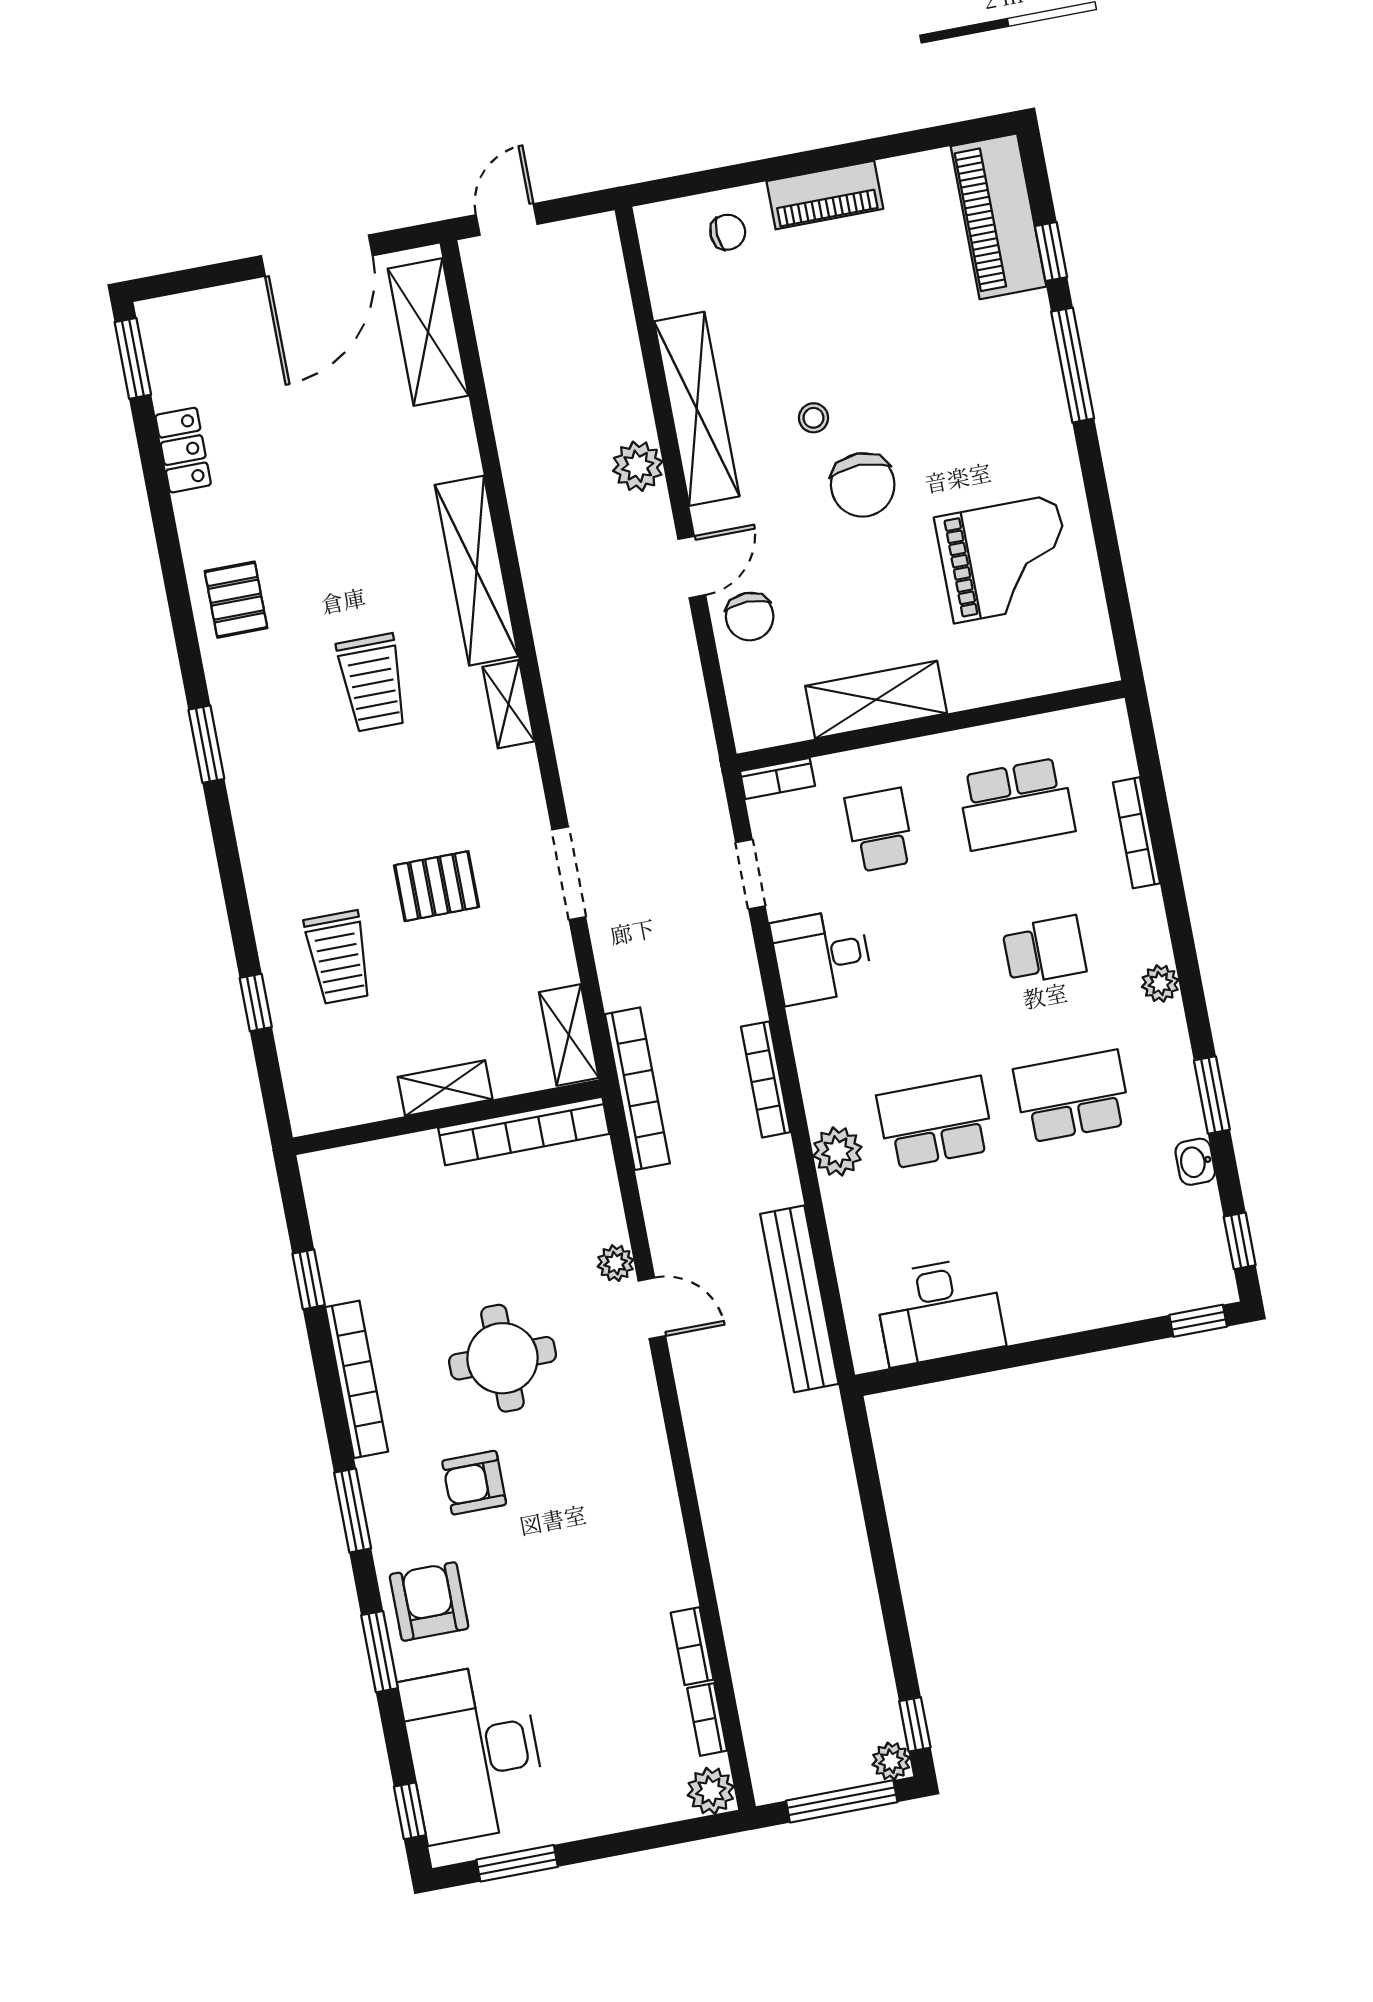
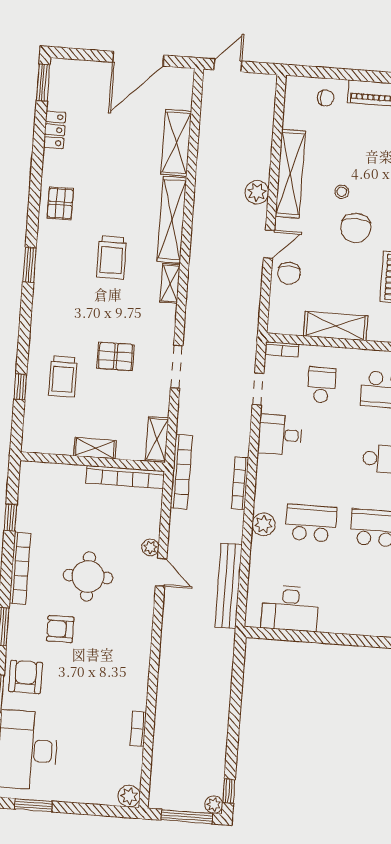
shelving: (428, 332) -> (176, 143), moved
bookcase: (707, 1719) -> (136, 764), removed

